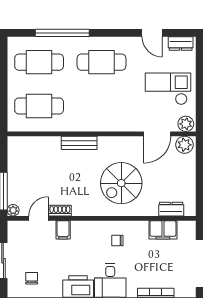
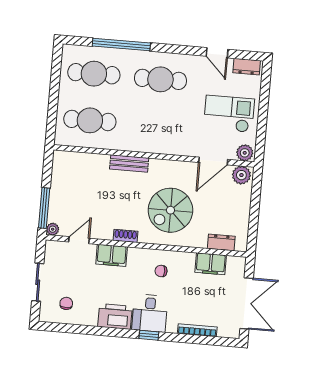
shoe rack: (60, 211) -> (125, 236), moved
filing cabinet: (63, 230) -> (112, 255), width x2.00

